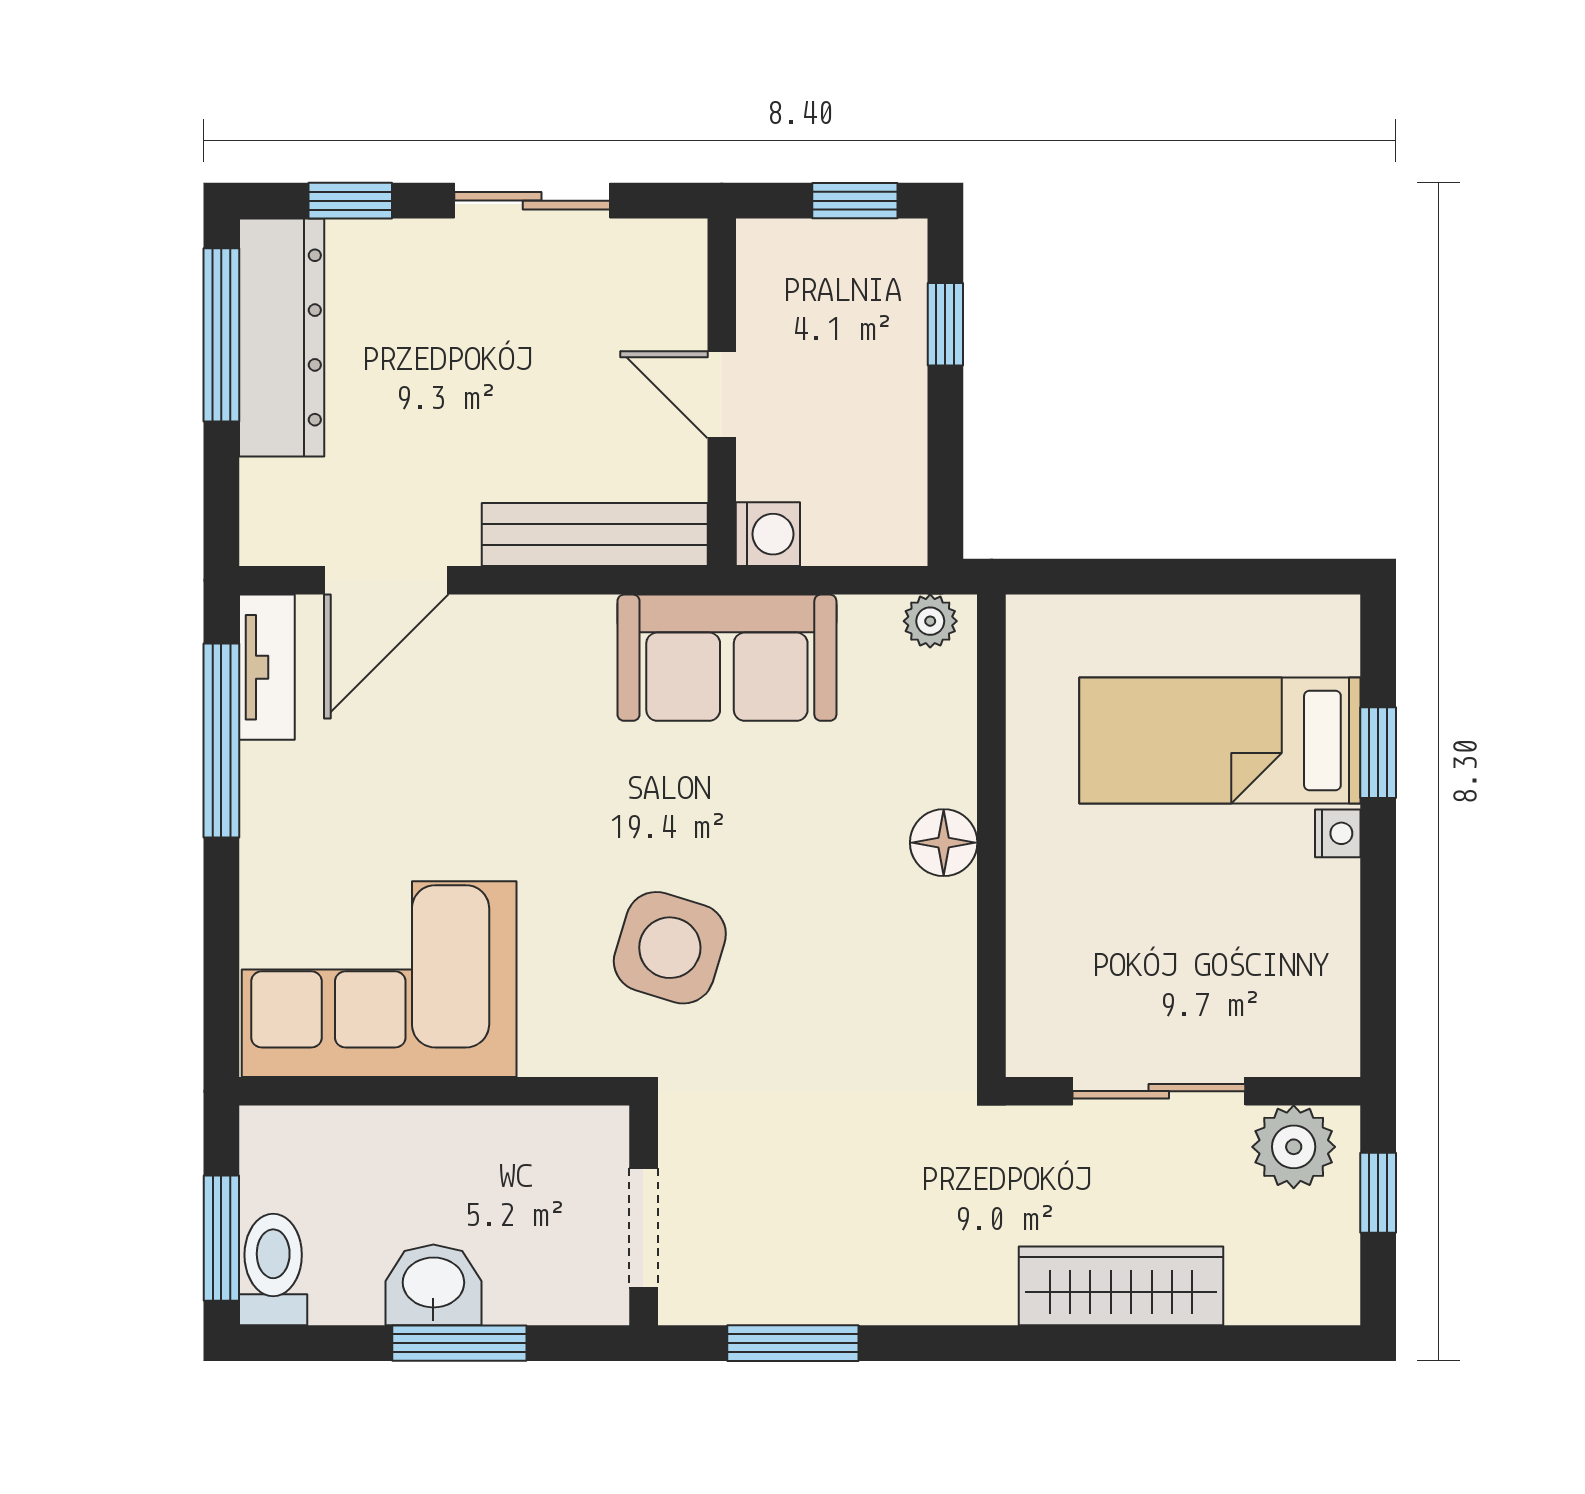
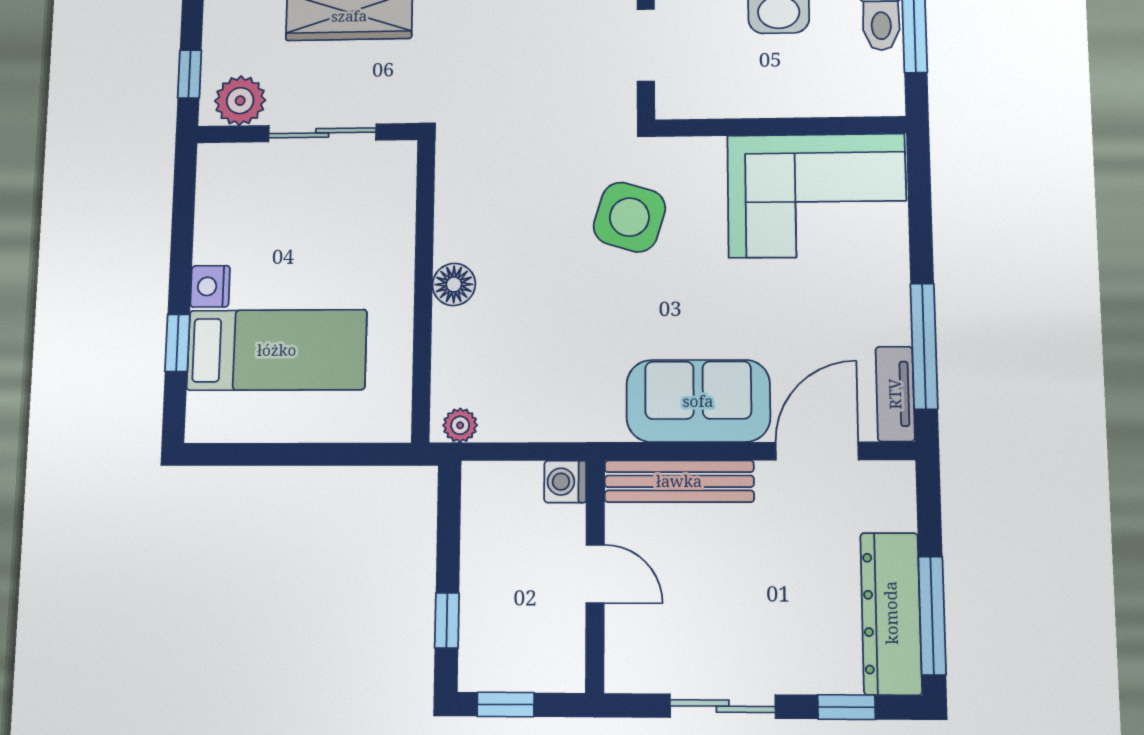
sofa: (727, 658) -> (698, 401), moved
nightstand: (1338, 833) -> (210, 286), width x1.39, depth x1.35

